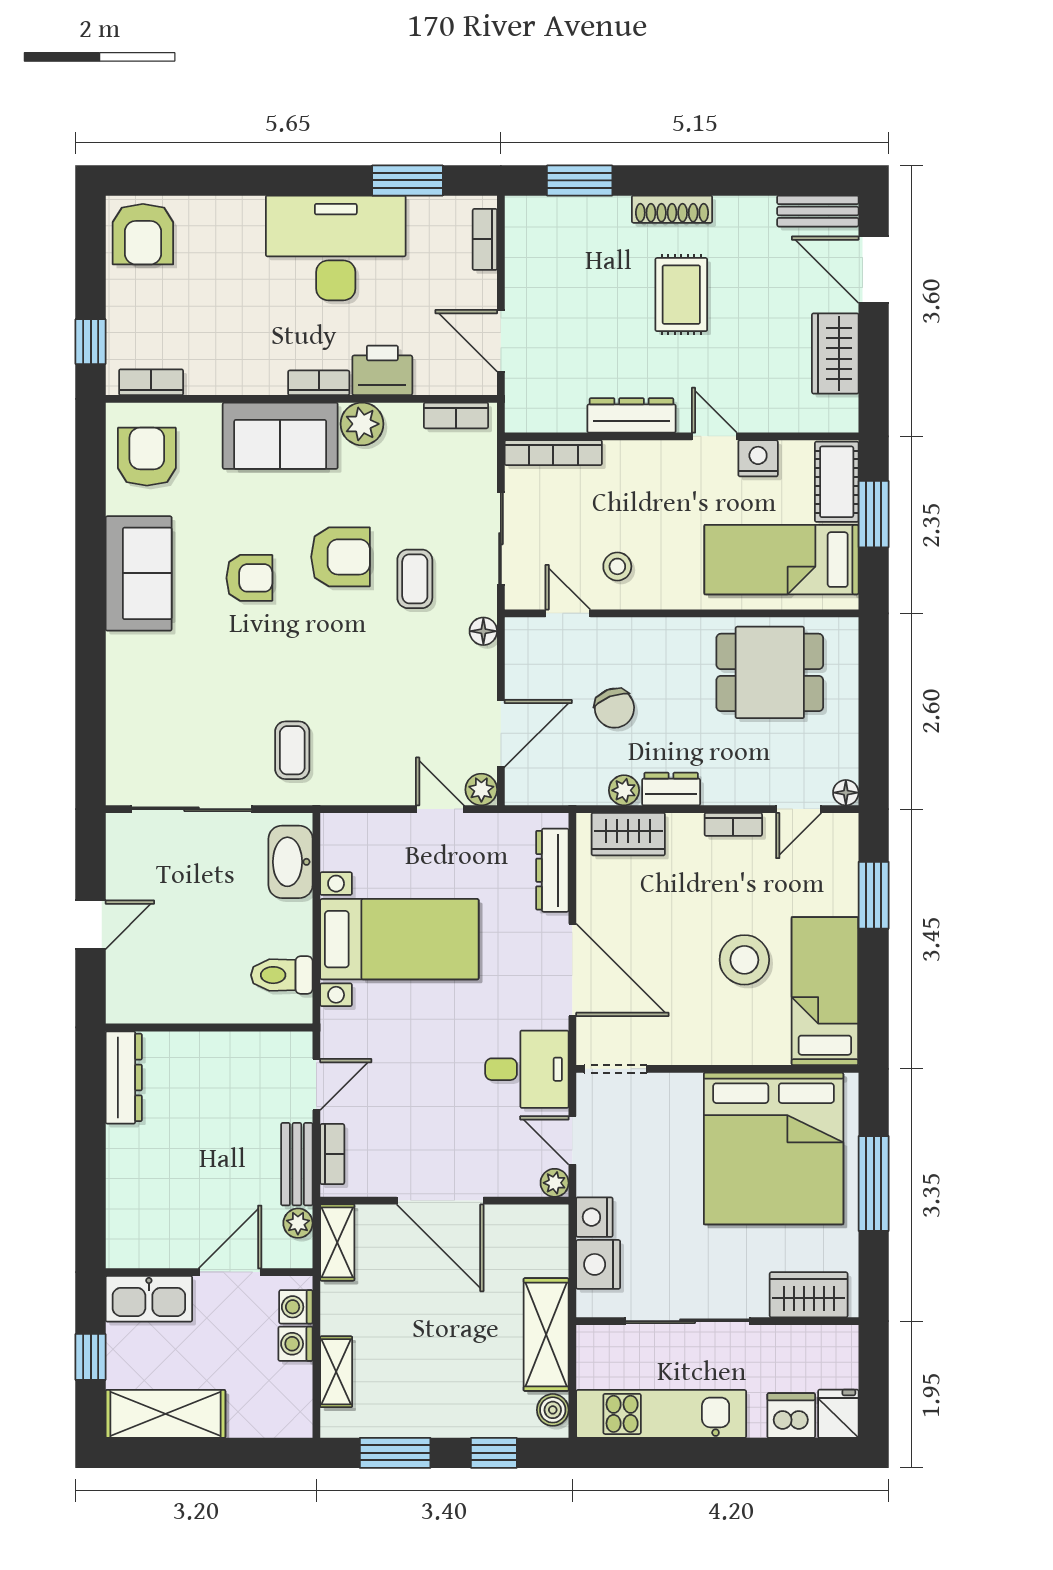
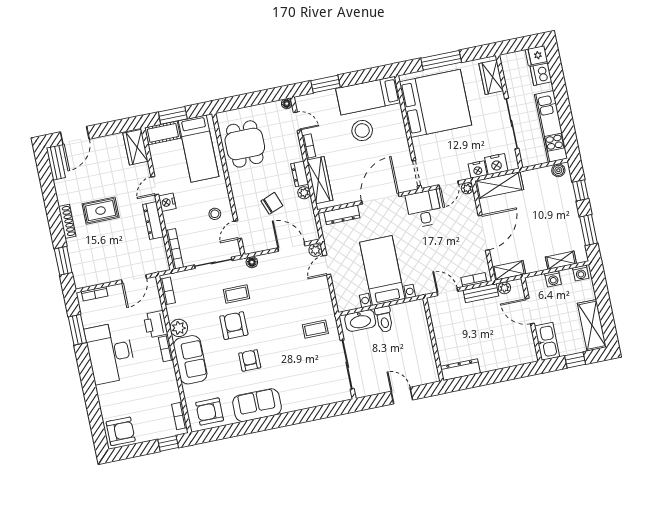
wardrobe: (835, 353) -> (136, 147), moved, turned 90
nightstand: (758, 458) -> (167, 202), moved
wardrobe: (628, 834) -> (320, 180), width x1.50
toilet: (282, 975) -> (384, 319), moved
washing machine: (296, 1307) -> (581, 273), moved
shelving: (546, 1335) -> (499, 185), moved

